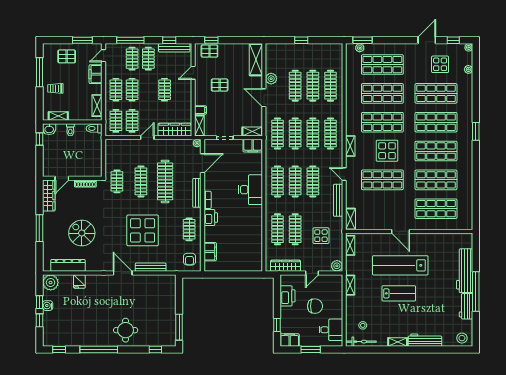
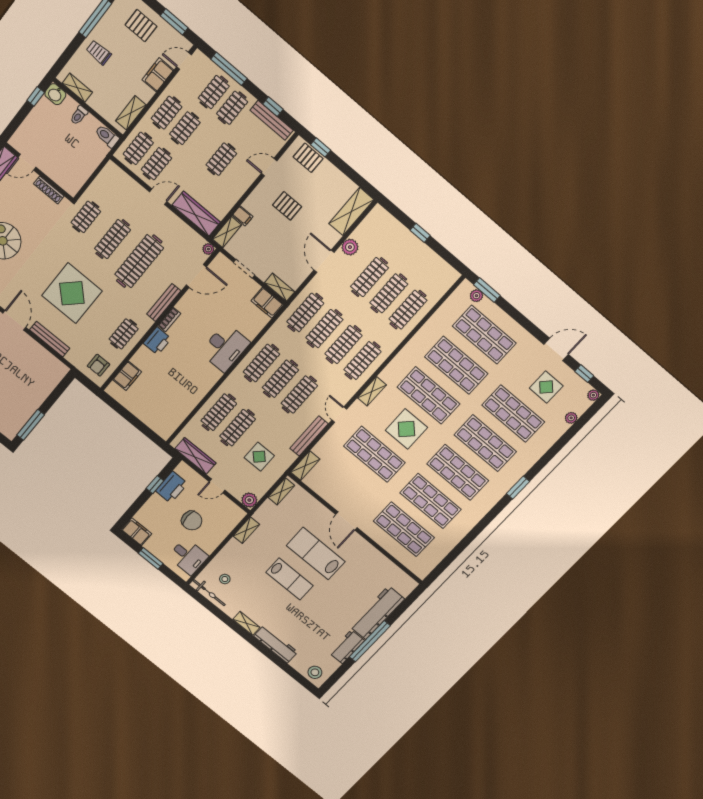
lab bench: (400, 265) -> (316, 554), width x0.73
window: (277, 325) -> (155, 485), moved

